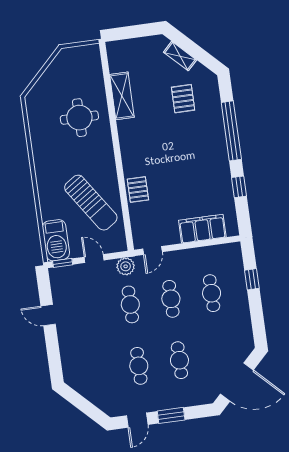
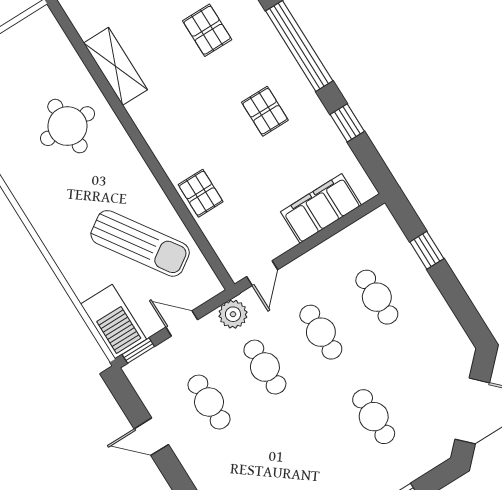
pallet: (195, 159) -> (265, 111), added
cafe table: (139, 366) -> (209, 402), moved

